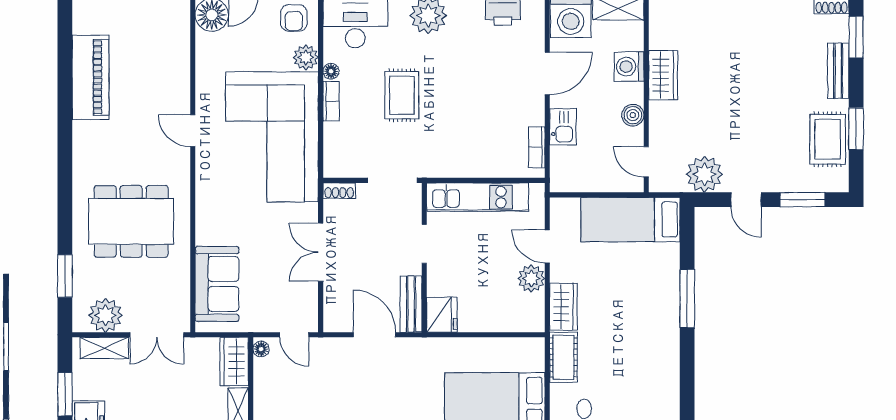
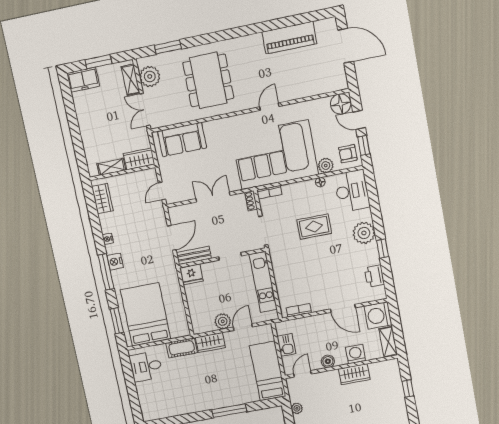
bookcase: (331, 101) -> (269, 192), moved
kitchen sink: (563, 127) -> (286, 345), moved, turned -90
plant: (704, 174) -> (297, 408), width x0.53, depth x0.53
floor lamp: (261, 349) -> (150, 173), removed

